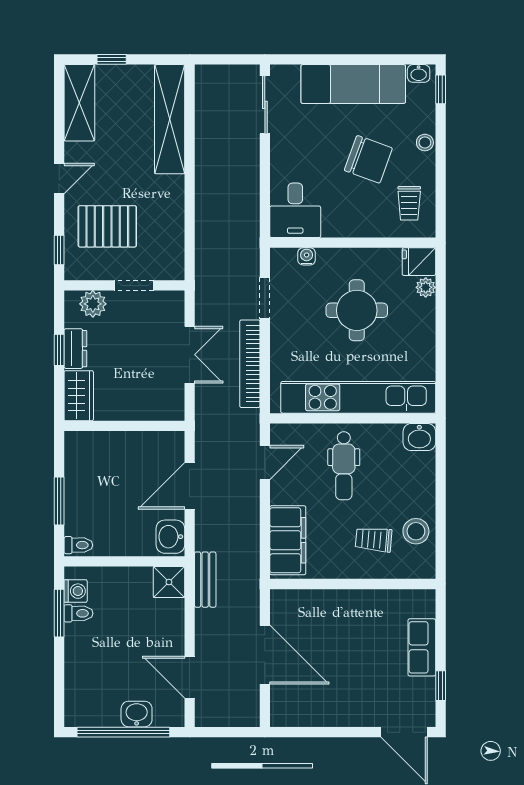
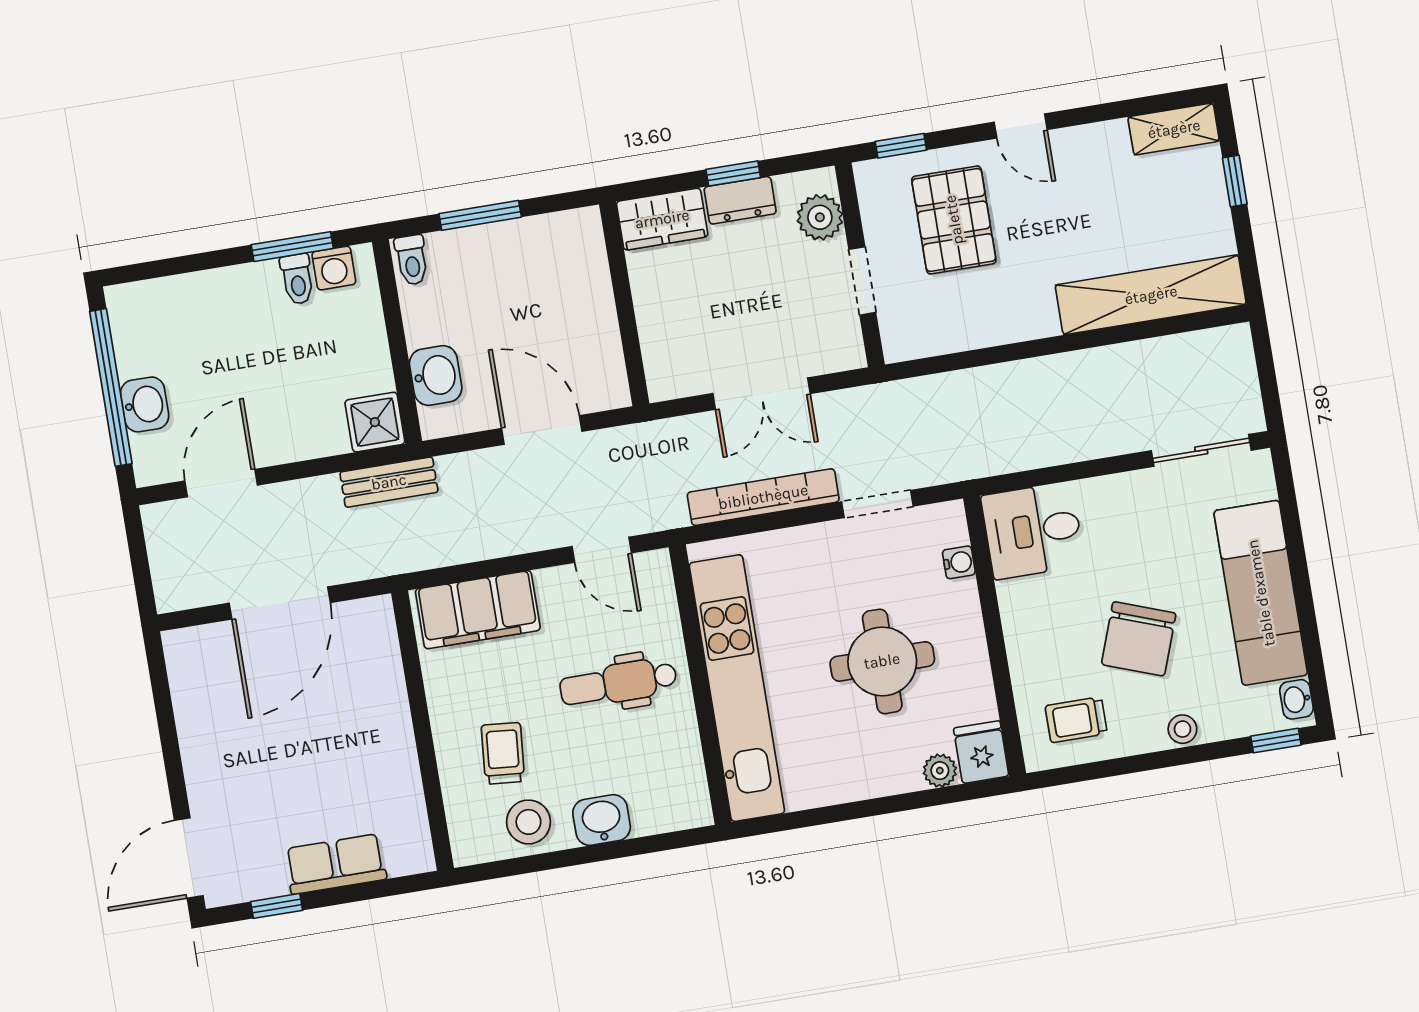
shelving: (79, 103) -> (1174, 129), width x0.67, depth x0.75
washbasin: (419, 437) -> (602, 820), moved, turned 90
washbasin: (170, 537) -> (436, 376), moved, turned 90

